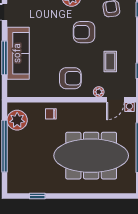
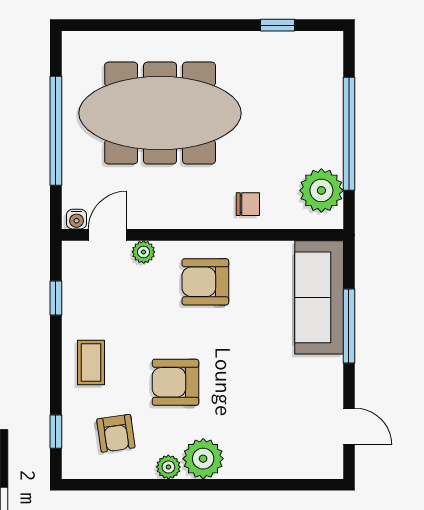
armchair: (84, 32) -> (175, 382), turned 180
sofa: (18, 53) -> (319, 297), moved
coffee table: (110, 62) -> (91, 362), moved

